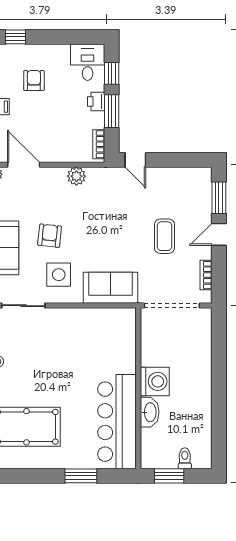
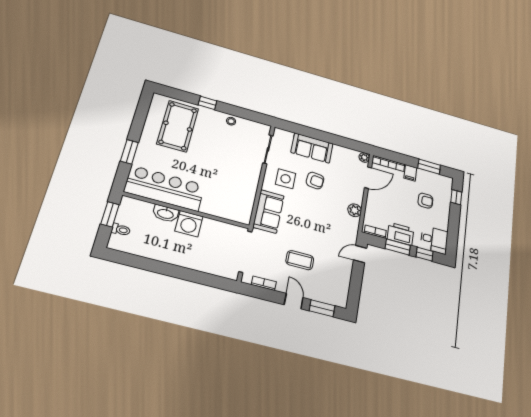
printer: (96, 102) -> (400, 234), width x1.87, depth x1.48

